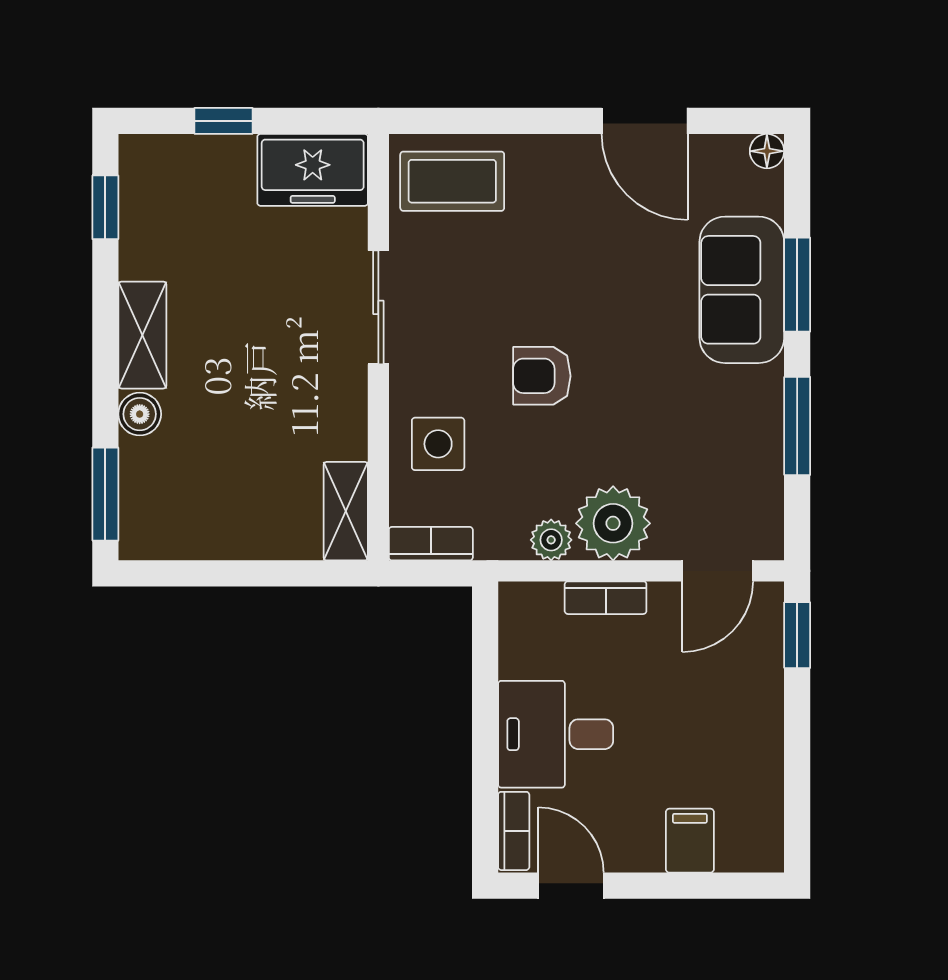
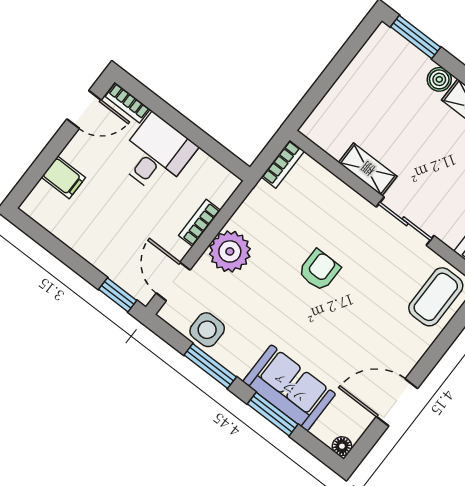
side table: (438, 444) -> (207, 330), moved
shelving: (346, 511) -> (368, 169), moved
plant: (551, 540) -> (244, 218), removed

